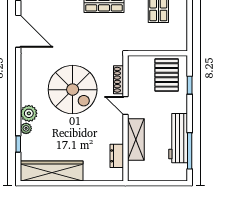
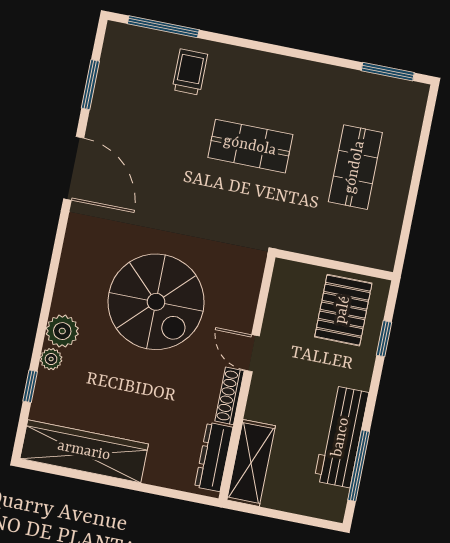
shoe rack: (118, 80) -> (230, 396), moved
shelving: (136, 140) -> (251, 463), moved
dresser: (117, 156) -> (214, 457), width x1.44

